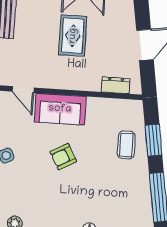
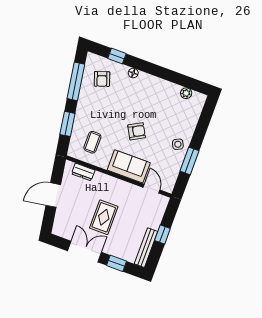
coffee table: (126, 145) -> (92, 142), moved
armchair: (127, 210) -> (102, 79), added

